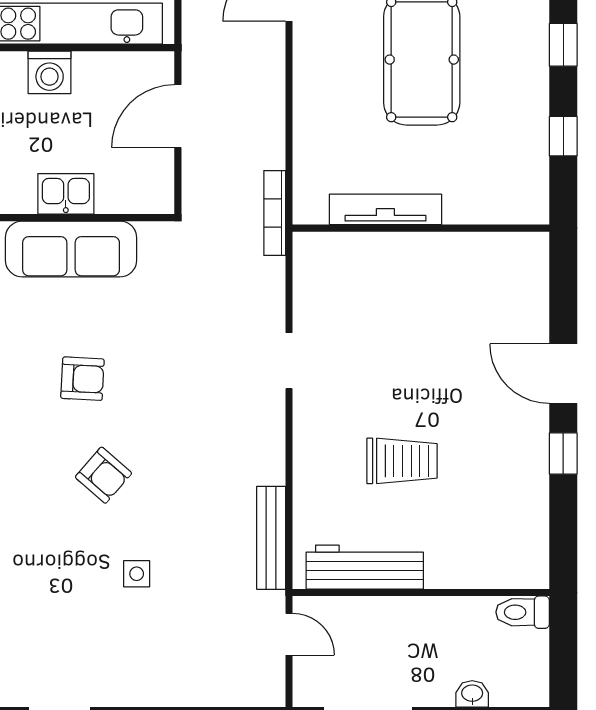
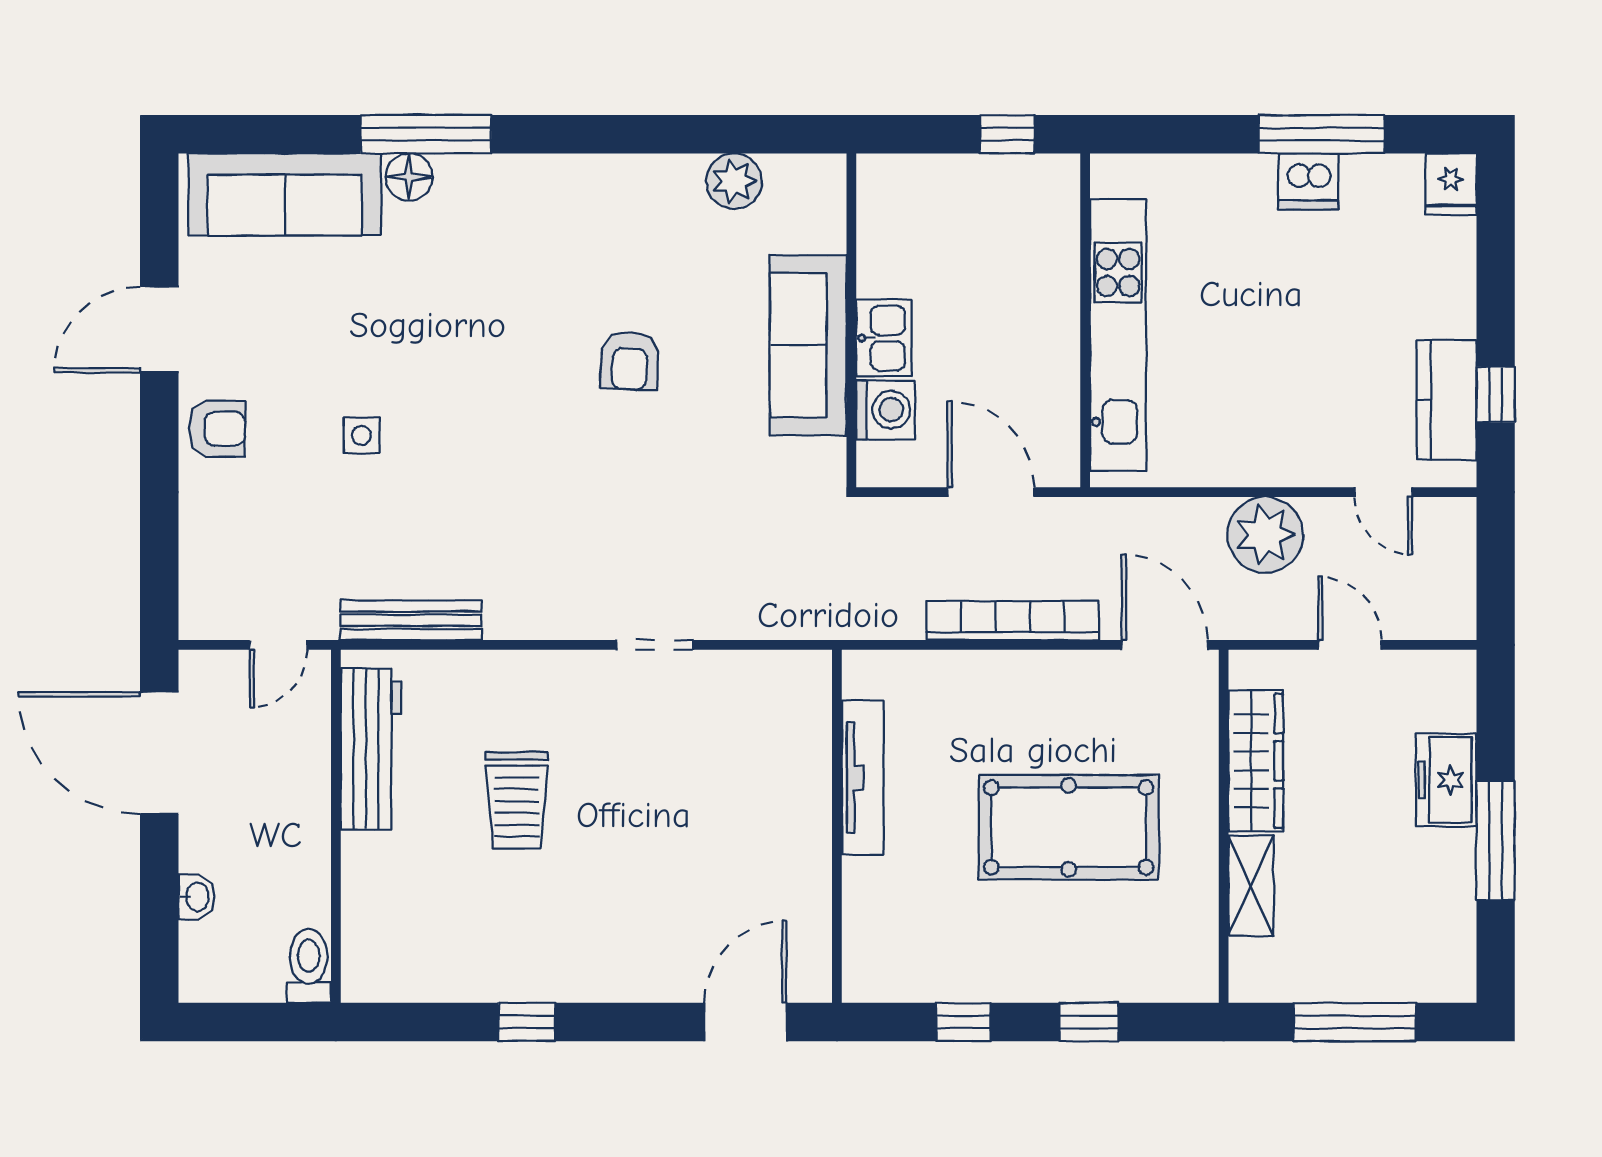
washing machine: (50, 72) -> (885, 410), moved, turned 180
bookcase: (275, 213) -> (1013, 621), moved, width x1.48, depth x1.31
door: (563, 374) -> (746, 1022), moved
armchair: (103, 475) -> (217, 429), moved, turned -131

